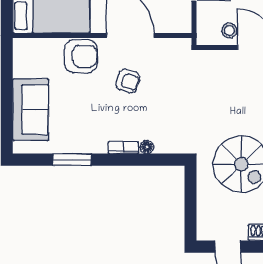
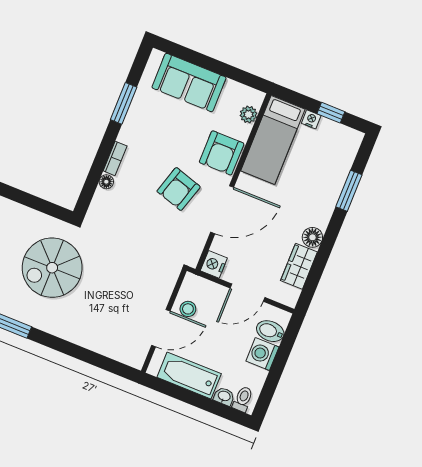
nightstand: (181, 24) -> (214, 264), added
plant: (38, 46) -> (249, 114), added
armchair: (128, 81) -> (179, 189), width x1.38, depth x1.38

